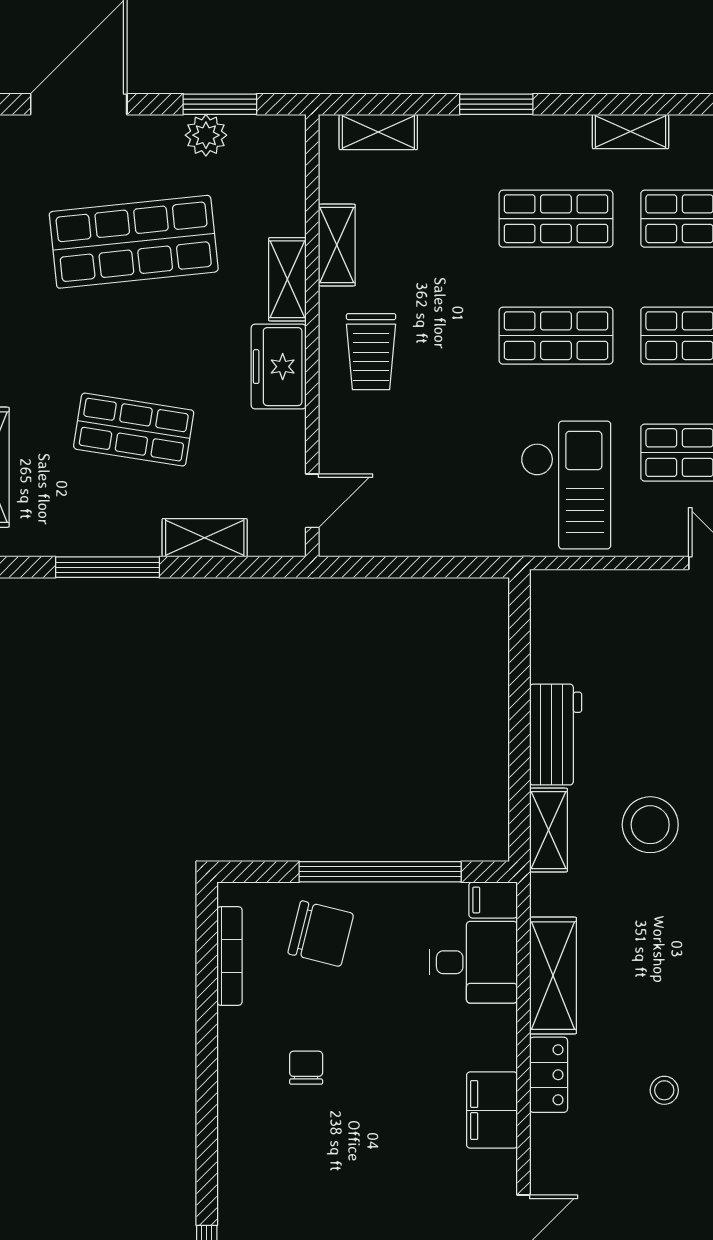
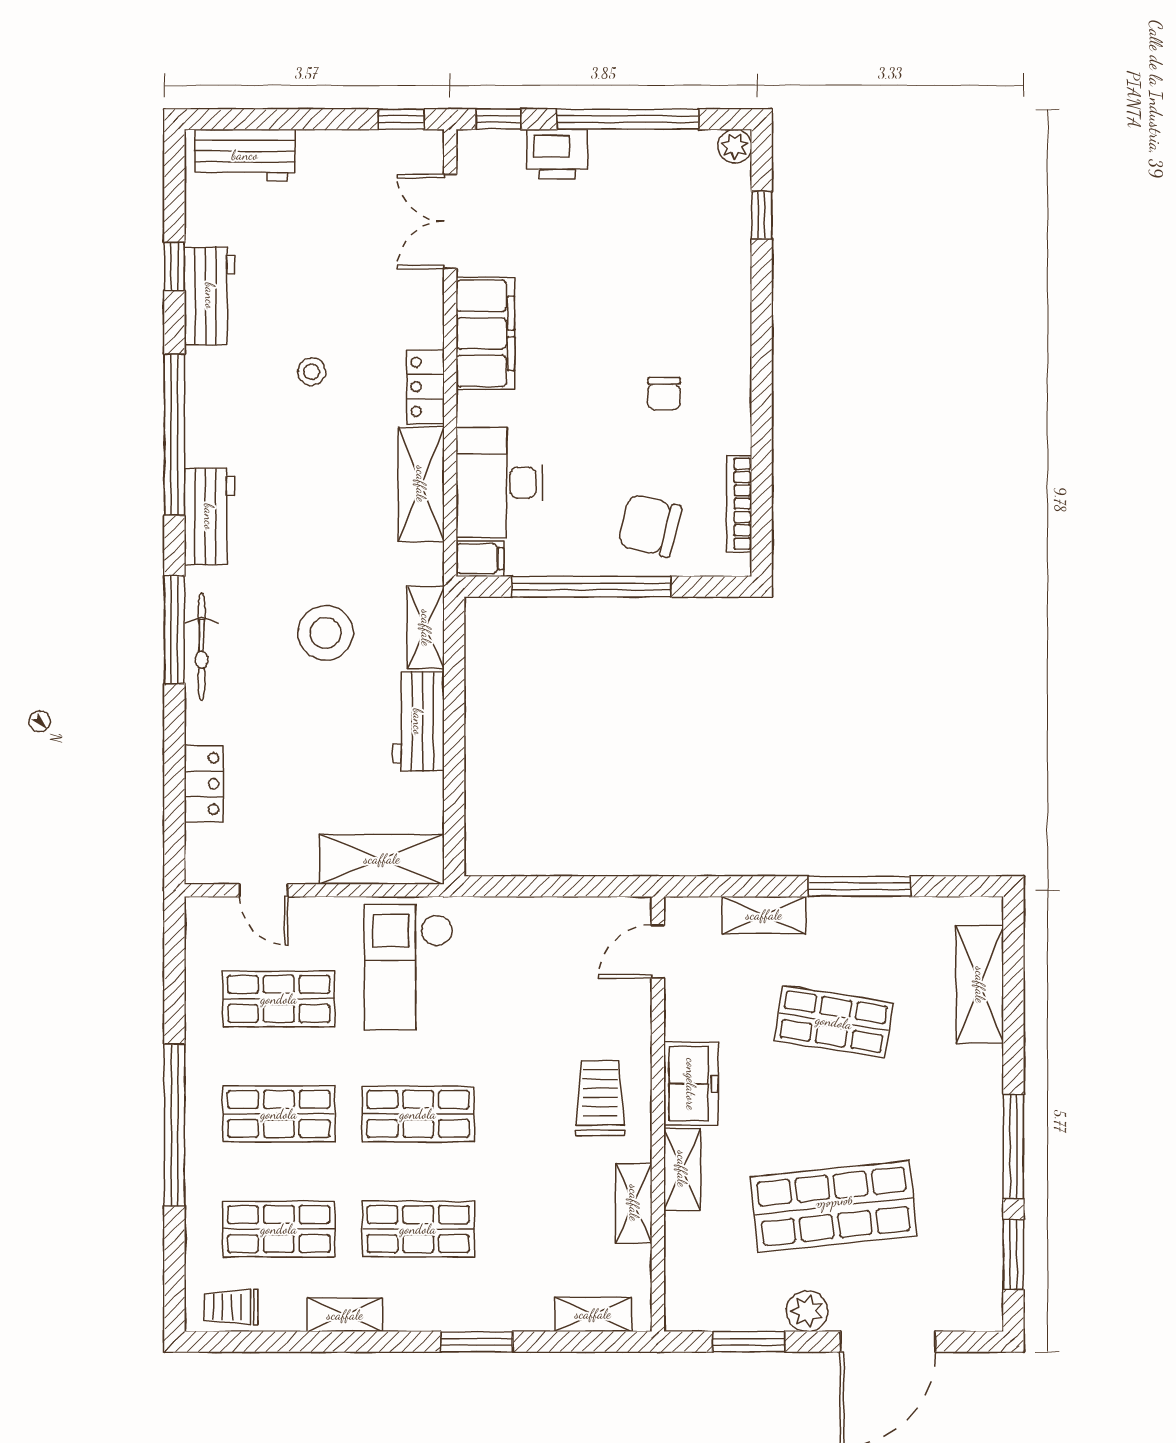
plant: (206, 135) -> (807, 1311), moved
shelving: (593, 595) -> (382, 859), added
desk: (473, 962) -> (499, 483), width x1.37
filing cabinet: (492, 1110) -> (485, 333), width x1.50, depth x1.17

